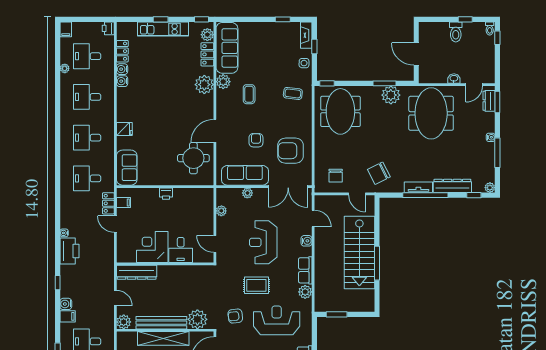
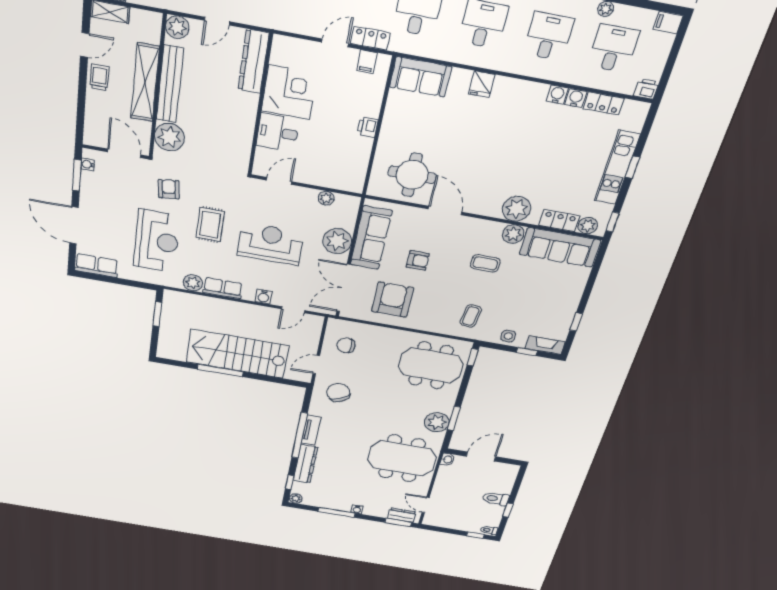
washbasin: (454, 79) -> (448, 460), moved
plant: (247, 193) -> (337, 241), width x1.88, depth x1.88

